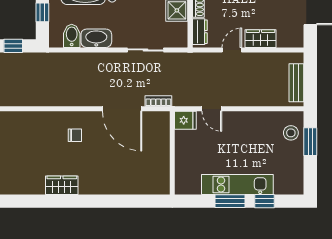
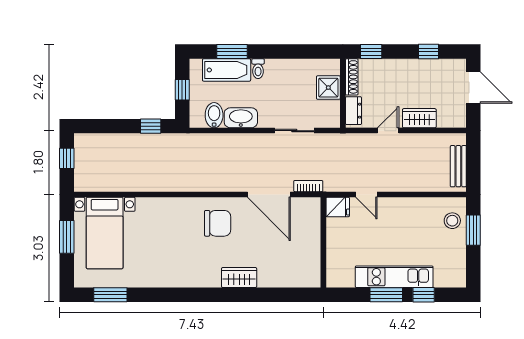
chair: (75, 135) -> (218, 223), width x1.87, depth x1.87
wardrobe: (62, 185) -> (239, 278), moved

